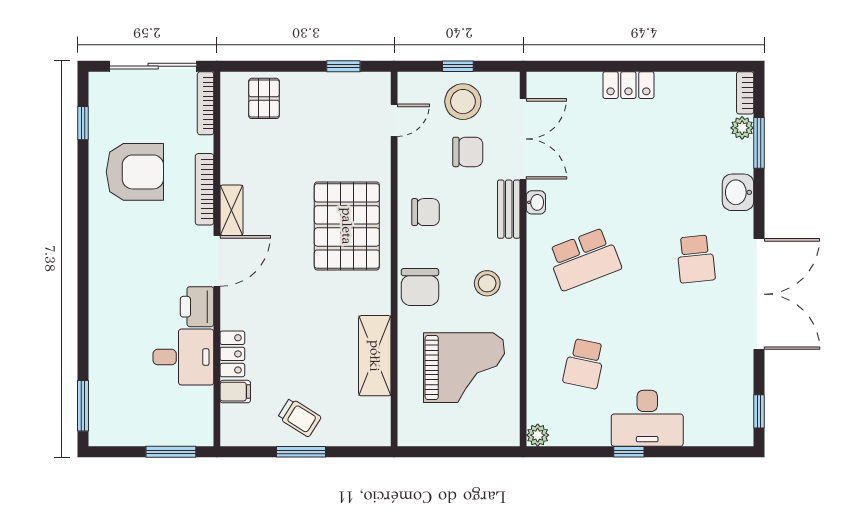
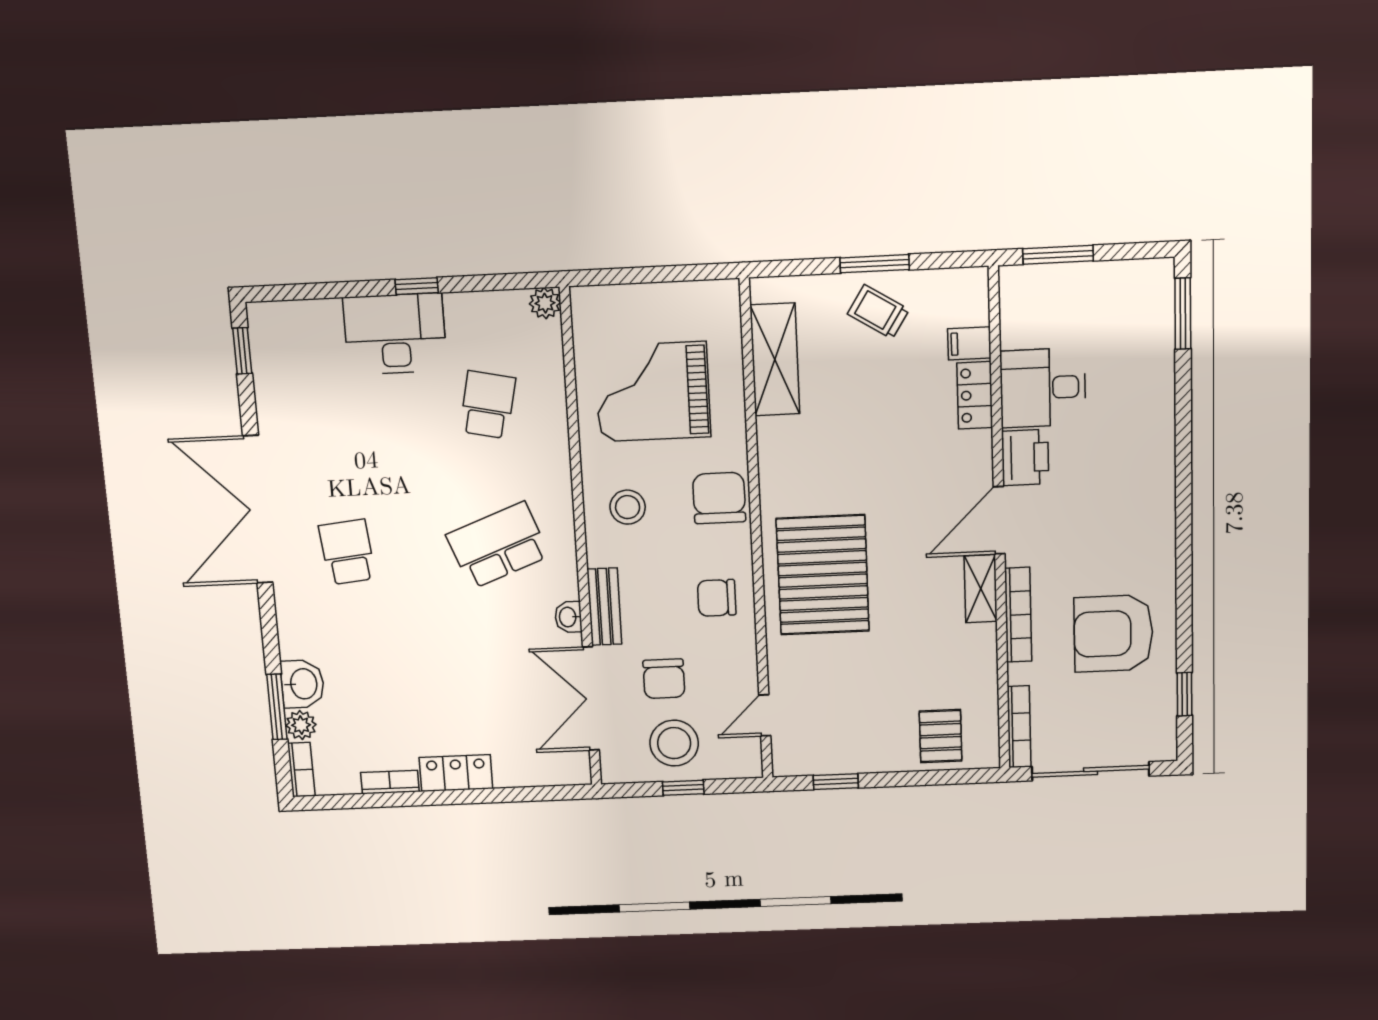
bookcase: (679, 80) -> (390, 782), added
chair: (468, 152) -> (664, 679), turned -90
washbasin: (738, 192) -> (303, 684), moved
shelving: (375, 356) -> (775, 359), moved

